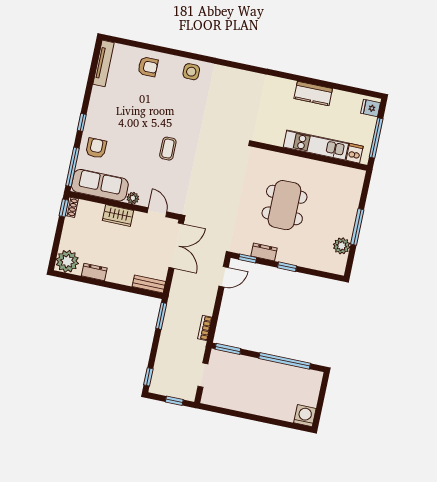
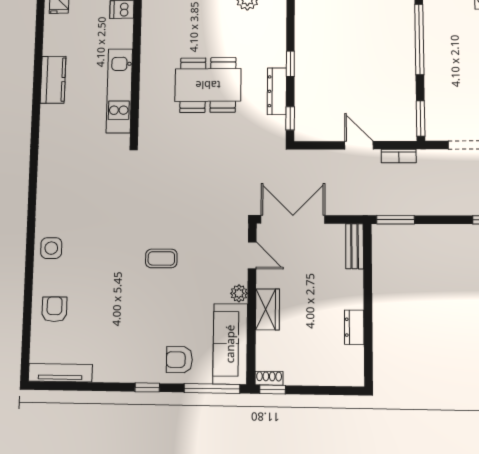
kitchen unit: (316, 145) -> (119, 91), moved
door: (157, 212) -> (252, 255), swing flipped
dresser: (264, 252) -> (277, 91), width x1.44
plant: (67, 261) -> (347, 369), removed
door: (224, 277) -> (359, 145), moved

